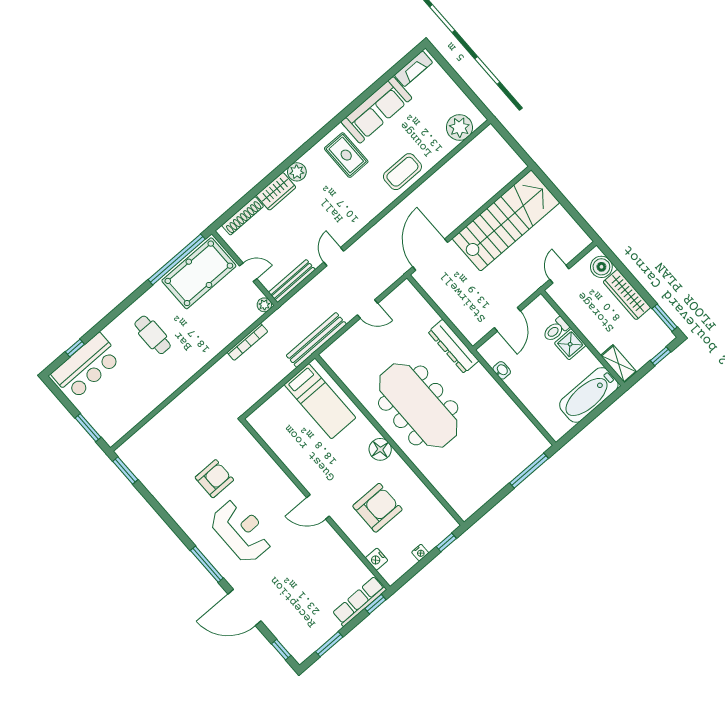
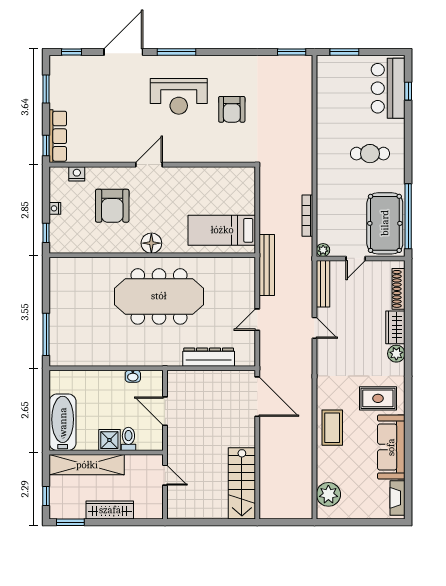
stairs: (506, 221) -> (242, 483), width x0.73, depth x0.66
boiler: (601, 267) -> (145, 509), removed
dresser: (453, 346) -> (209, 357), moved
shelving: (619, 364) -> (87, 465), width x2.20, depth x1.33

